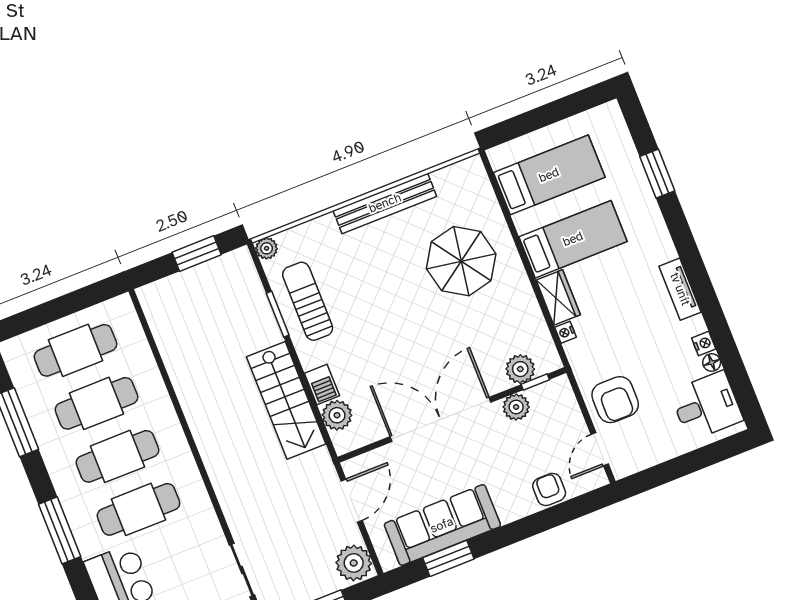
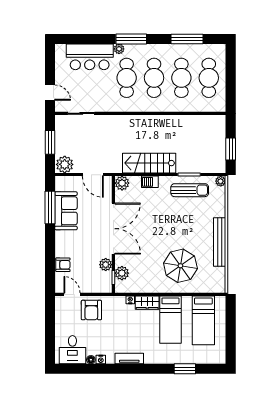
armchair: (615, 400) -> (91, 310), turned -90
plant: (337, 415) -> (122, 183), moved
sofa: (442, 525) -> (66, 211), width x0.73
plant: (88, 546) -> (119, 49), added
window: (448, 558) -> (50, 208), width x1.44

